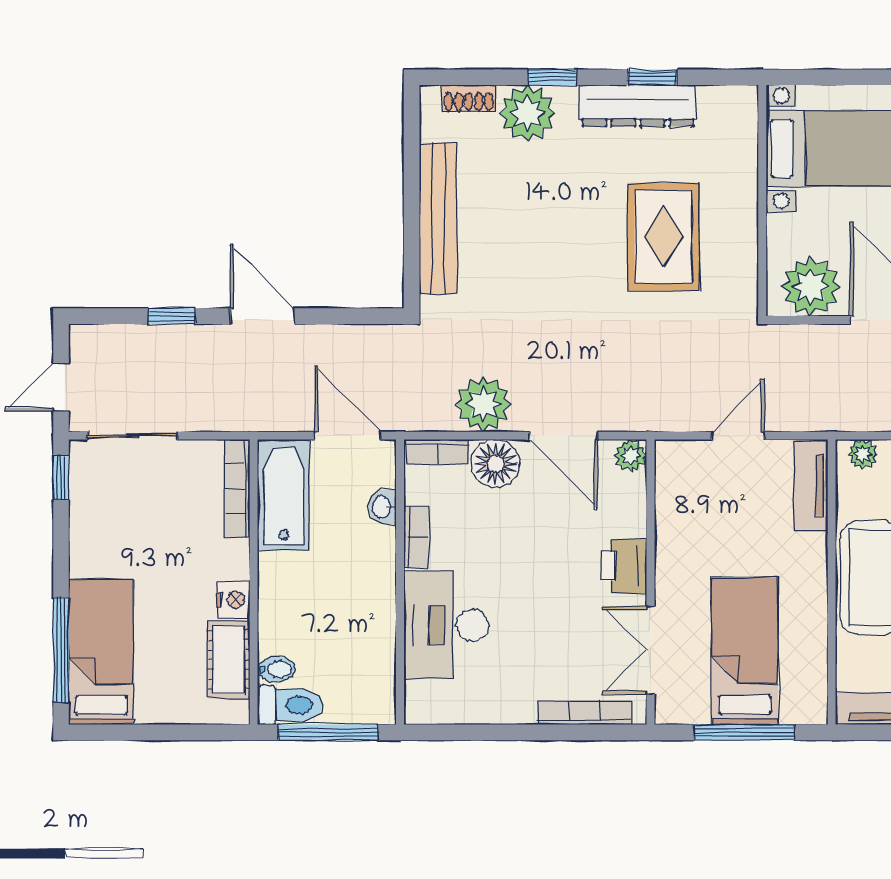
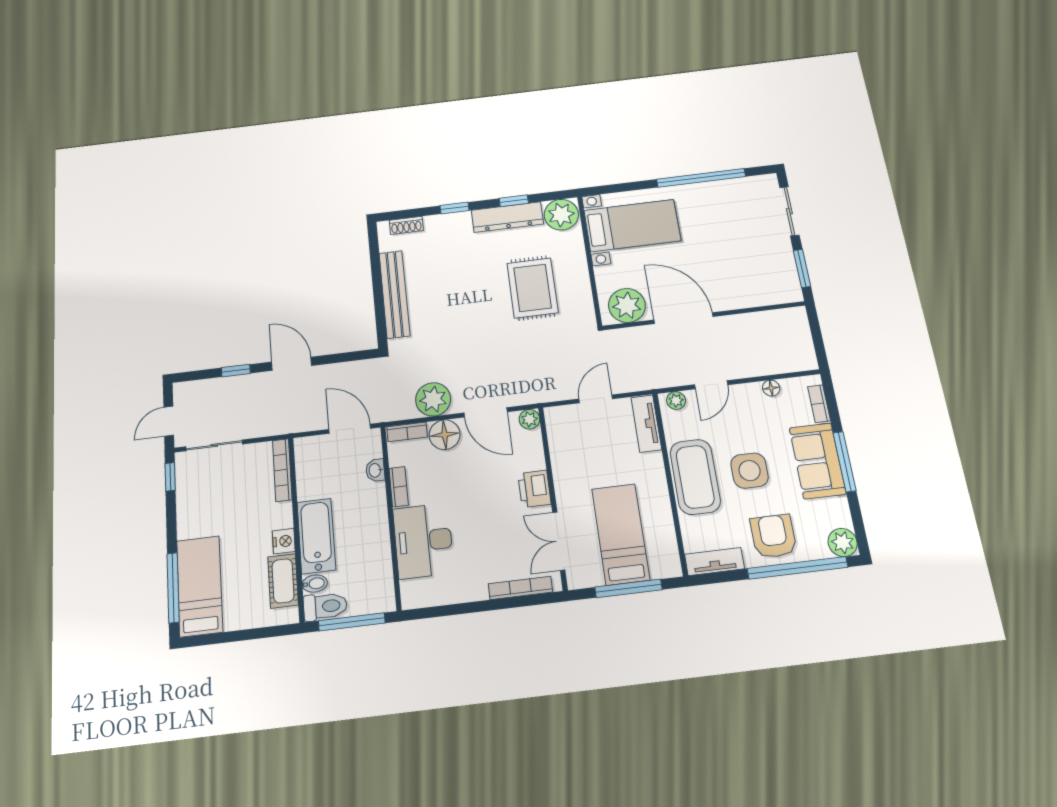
plant: (527, 113) -> (561, 215), moved
bathtub: (284, 495) -> (316, 536), moved

